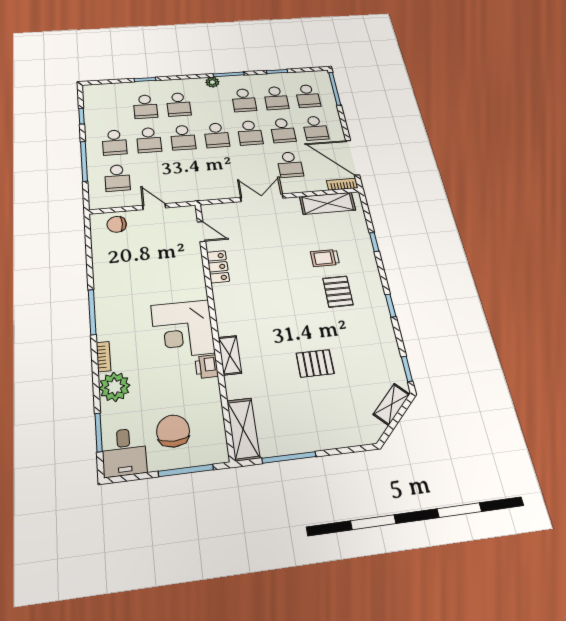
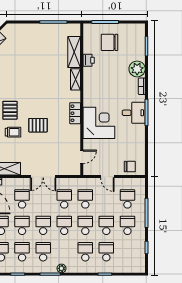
school desk: (222, 170) -> (64, 199), added
school desk: (188, 172) -> (85, 199), added
door: (201, 232) -> (82, 157), swing flipped
locker: (218, 267) -> (75, 113), moved
corner desk: (183, 329) -> (99, 123), moved
pallet: (315, 363) -> (38, 125), moved
printer: (207, 367) -> (89, 60), moved
shelving: (243, 429) -> (74, 52), moved
chair: (173, 431) -> (109, 42), turned 90
desk: (124, 452) -> (134, 113), moved, turned 90

